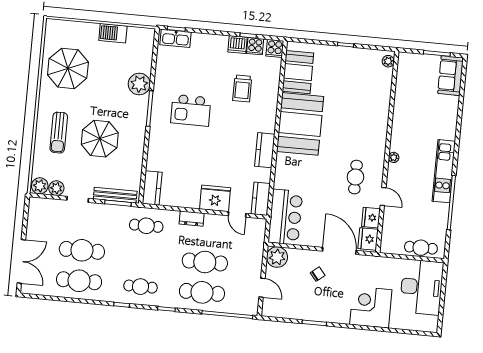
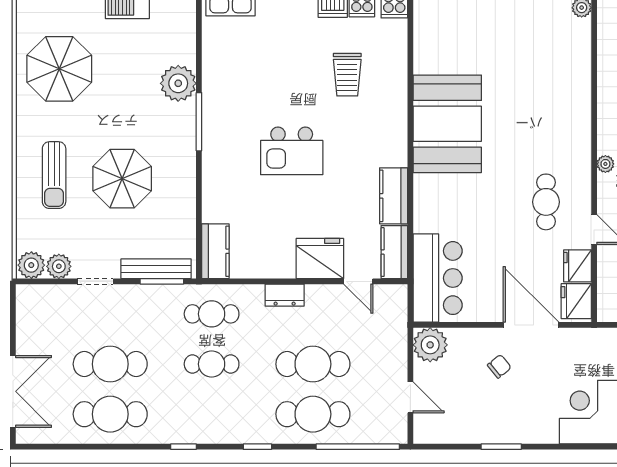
booth: (298, 72) -> (436, 39), removed
kitchen island: (191, 110) -> (292, 151), moved
kitchen counter: (265, 150) -> (394, 196), moved
cafe table: (140, 287) -> (212, 364), moved

